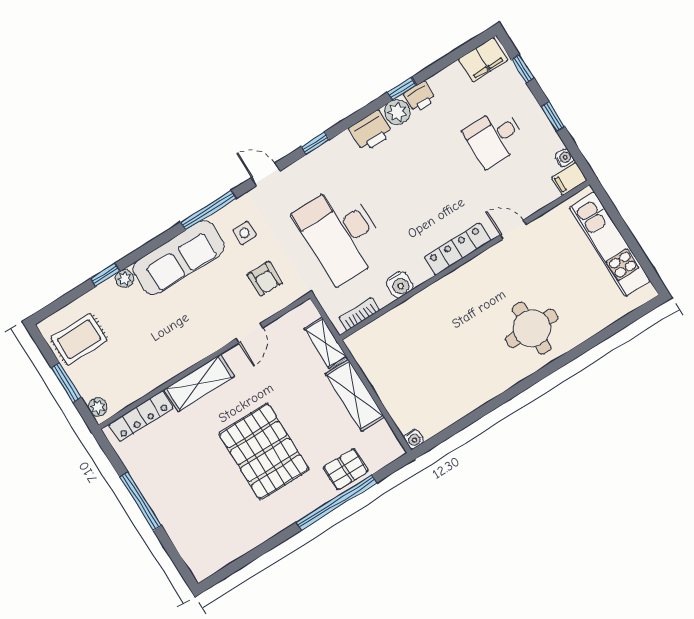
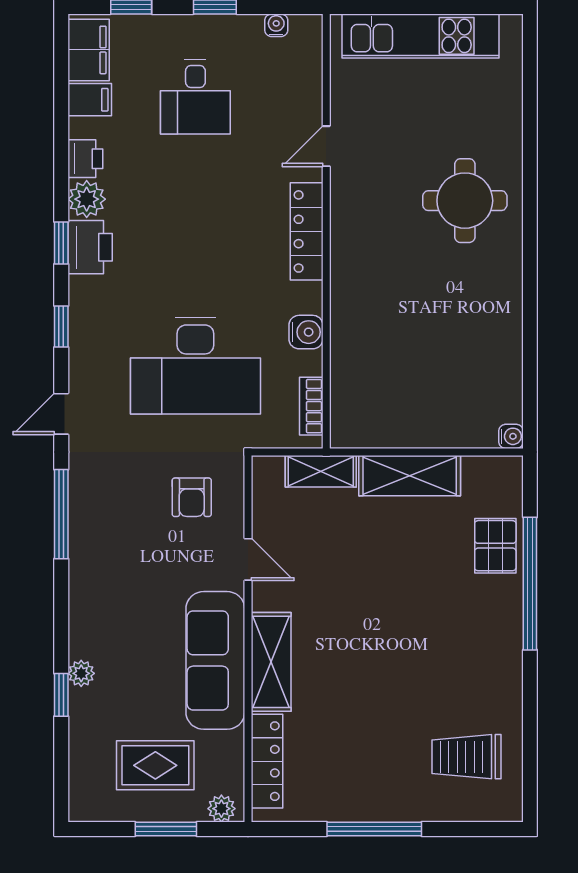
window: (402, 89) -> (61, 243), moved
filing cabinet: (569, 179) -> (90, 100), moved, turned -90
side table: (245, 233) -> (118, 486), removed
sofa: (179, 257) -> (215, 660), moved, turned 180
armchair: (265, 279) -> (192, 497), turned 90
rug: (79, 339) -> (155, 765), moved, turned 90
pallet: (264, 452) -> (408, 635), removed
trolley: (215, 528) -> (466, 757), added

